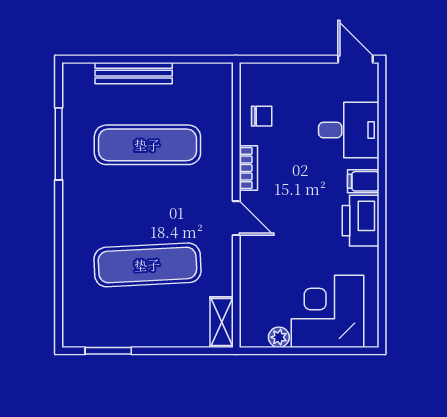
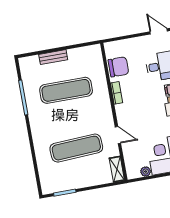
bench: (134, 73) -> (53, 57), width x0.73
chair: (262, 116) -> (118, 67), width x1.87, depth x1.87
door: (236, 218) -> (118, 135), moved

